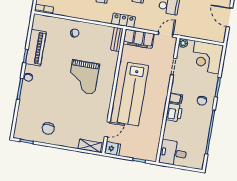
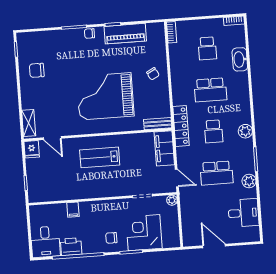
door: (229, 17) -> (214, 246), hinge flipped
locker: (123, 20) -> (181, 126), width x1.53
corner desk: (207, 57) -> (144, 233), moved
grand piano: (84, 77) -> (105, 96), width x1.37, depth x1.48
lab bench: (133, 94) -> (100, 157), width x0.54, depth x0.72
filing cabinet: (176, 98) -> (73, 210), moved
printer: (174, 113) -> (71, 247), moved, turned 180
desk: (173, 153) -> (45, 242), moved, turned 180

